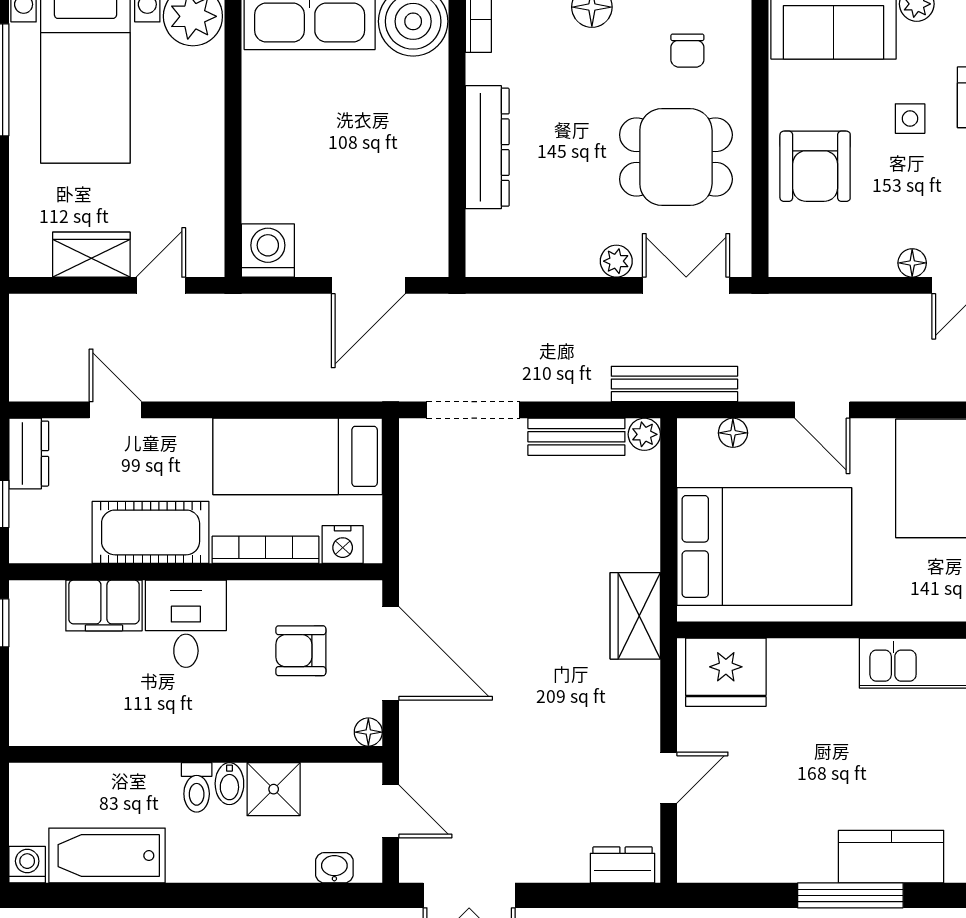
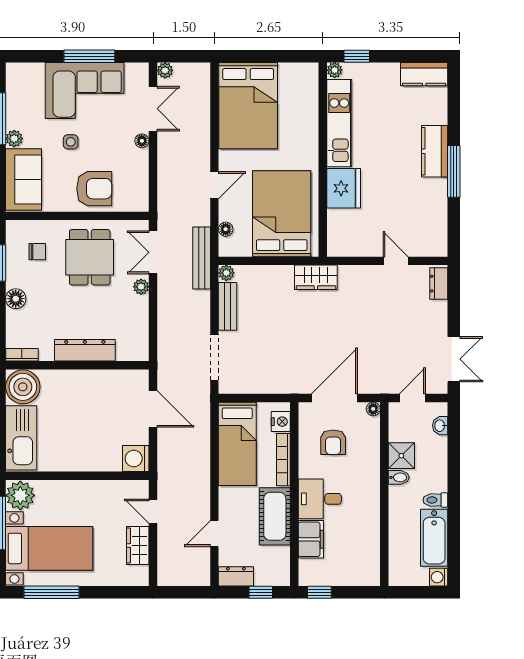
fridge: (726, 672) -> (344, 188), moved
toilet: (197, 787) -> (435, 500), moved, turned 180

